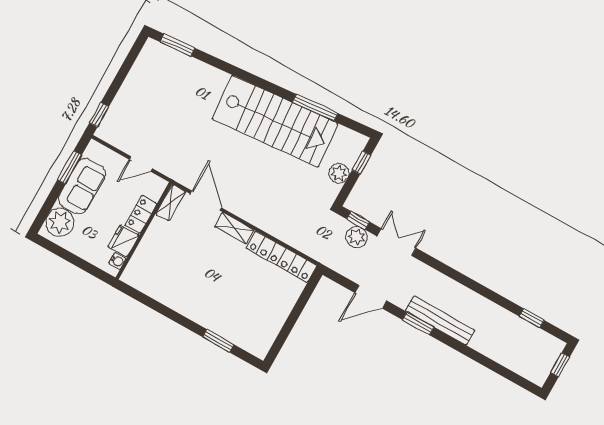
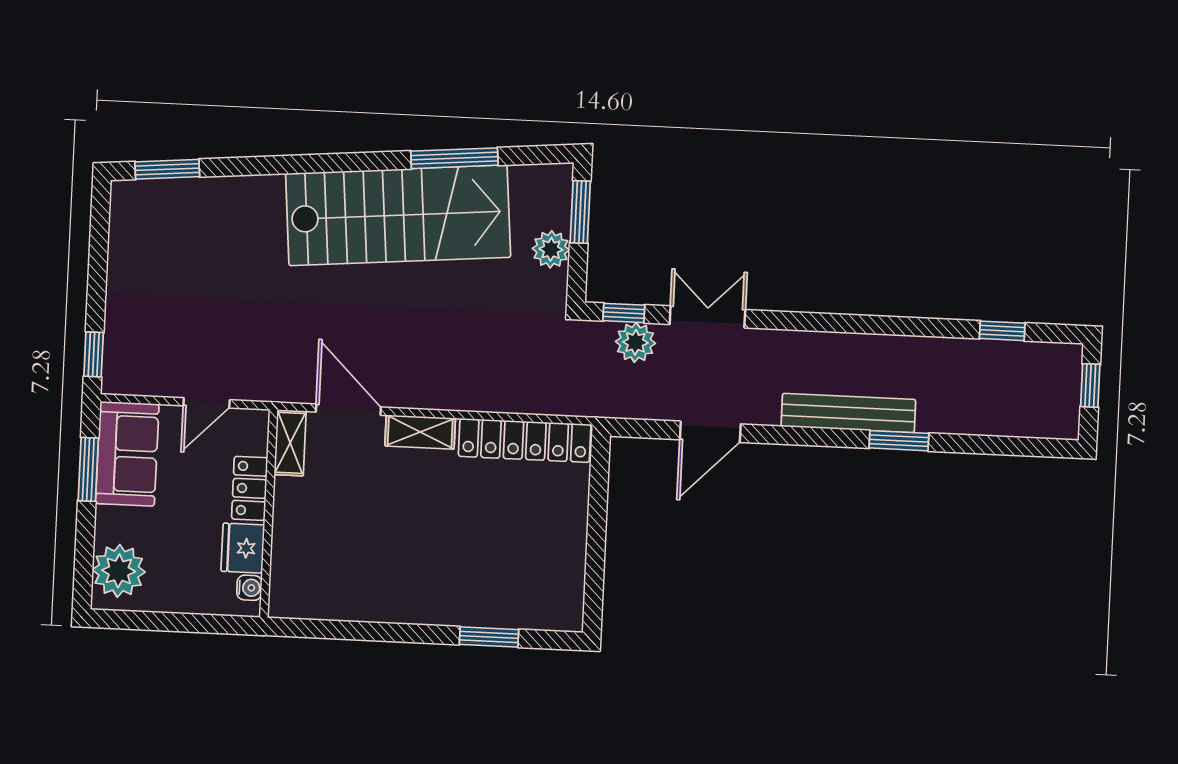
window: (362, 163) -> (580, 212), width x1.50
sofa: (82, 186) -> (127, 454), moved
window: (418, 323) -> (899, 441), moved

